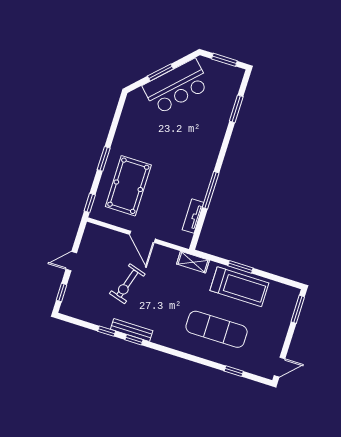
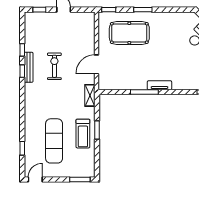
tv unit: (193, 216) -> (159, 85), moved
door: (142, 237) -> (97, 64), moved
exercise bike: (127, 284) -> (54, 66), moved, turned 73
treadmill: (239, 287) -> (83, 134), width x0.73, depth x0.73
exercise mat: (217, 329) -> (54, 141), moved
door: (279, 367) -> (35, 180), swing flipped

